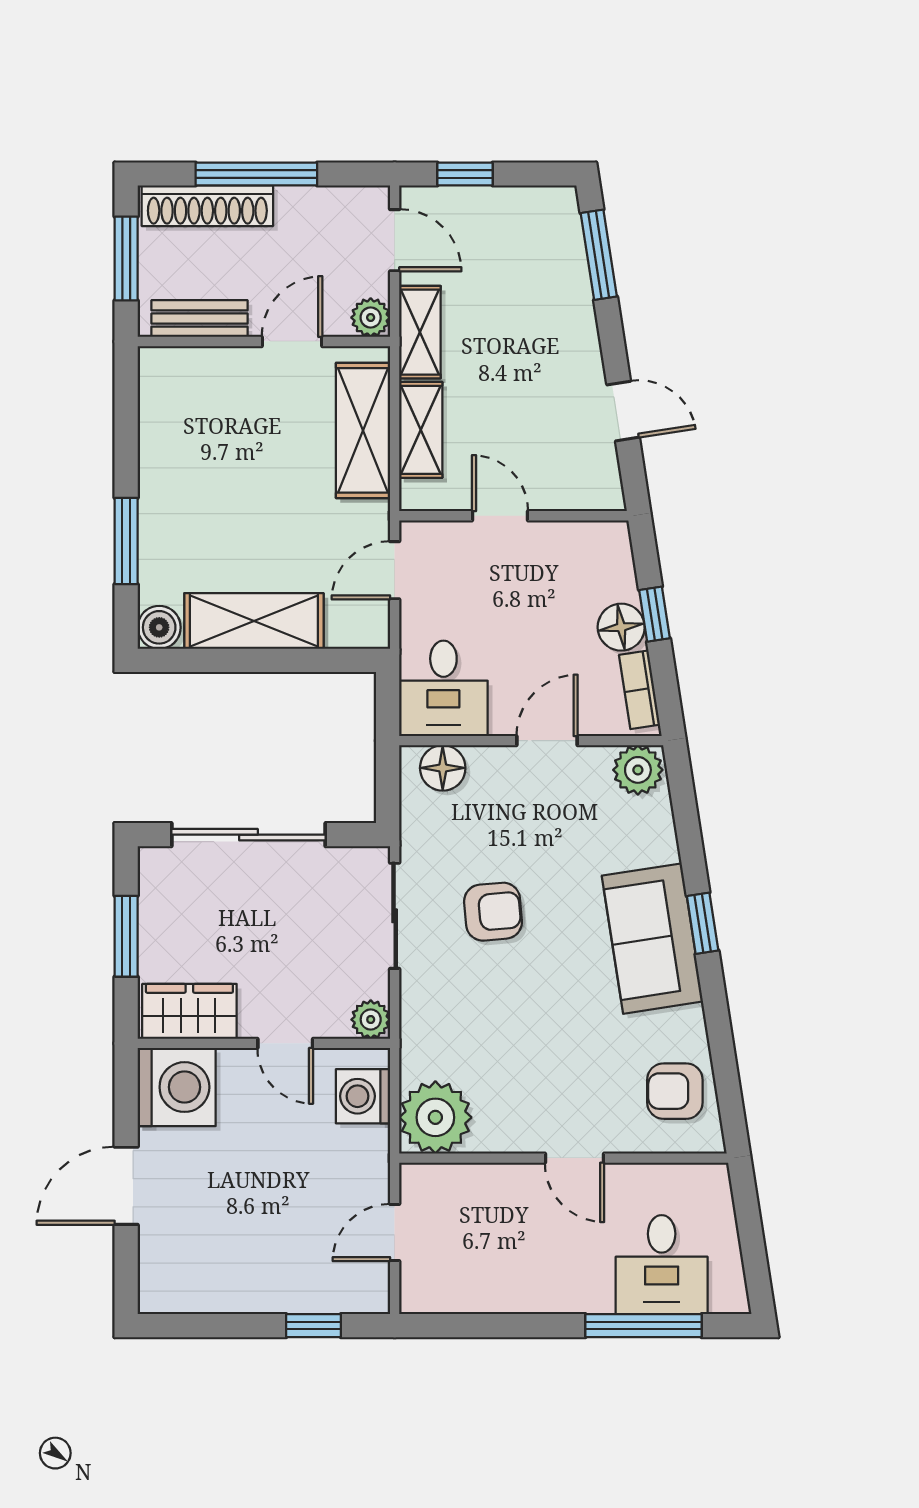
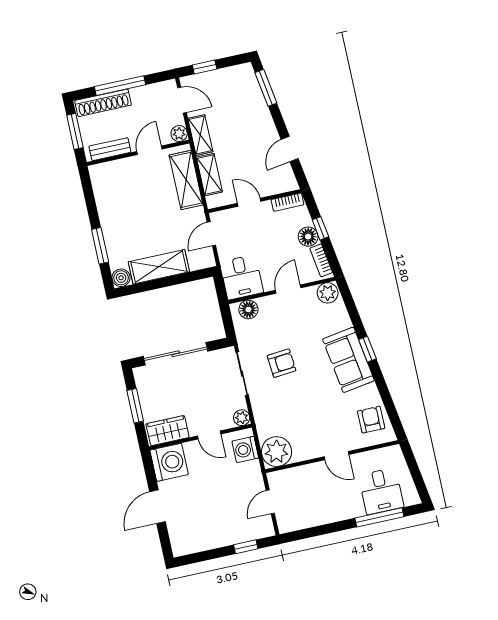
door: (623, 411) -> (290, 149), swing flipped
bookcase: (590, 535) -> (287, 202), added
armchair: (675, 1091) -> (371, 420), turned 90

